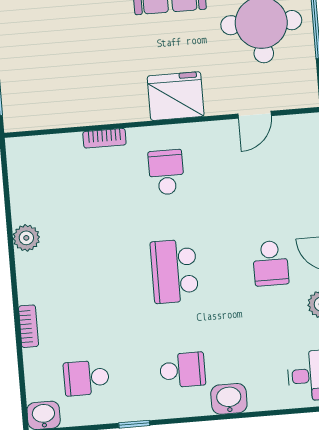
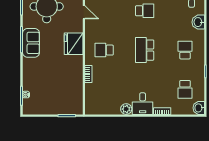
school desk: (174, 271) -> (145, 50), turned 90
desk: (43, 277) -> (143, 104), added
washbasin: (229, 399) -> (198, 22), moved

